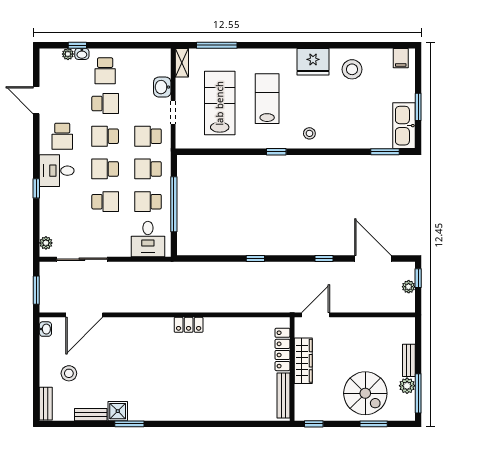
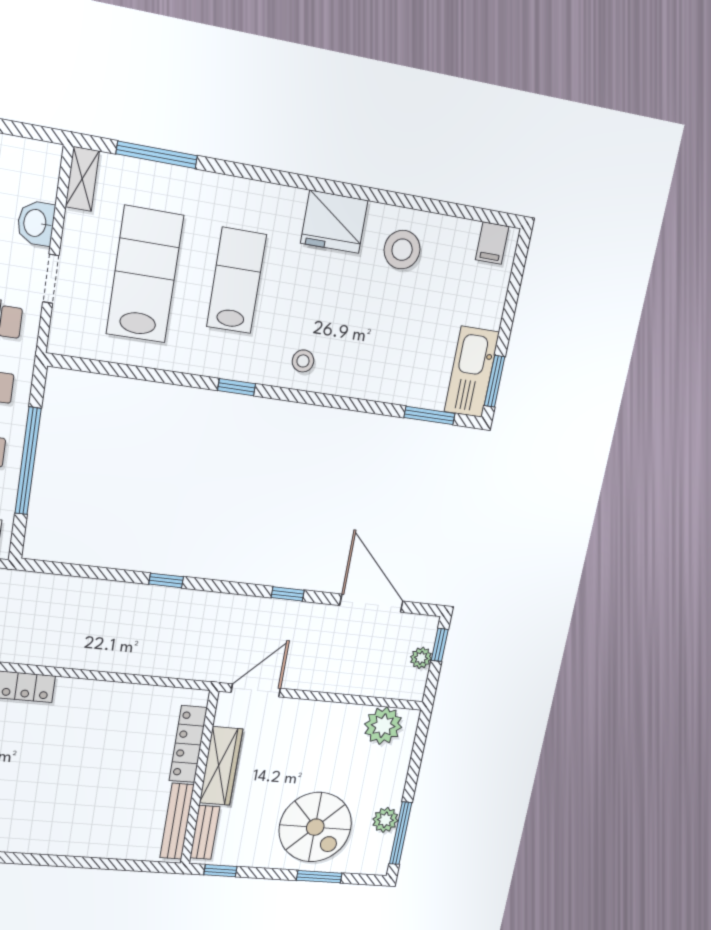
window: (418, 107) -> (495, 381), moved
plant: (394, 329) -> (383, 726), added
bench: (409, 360) -> (205, 832), moved

